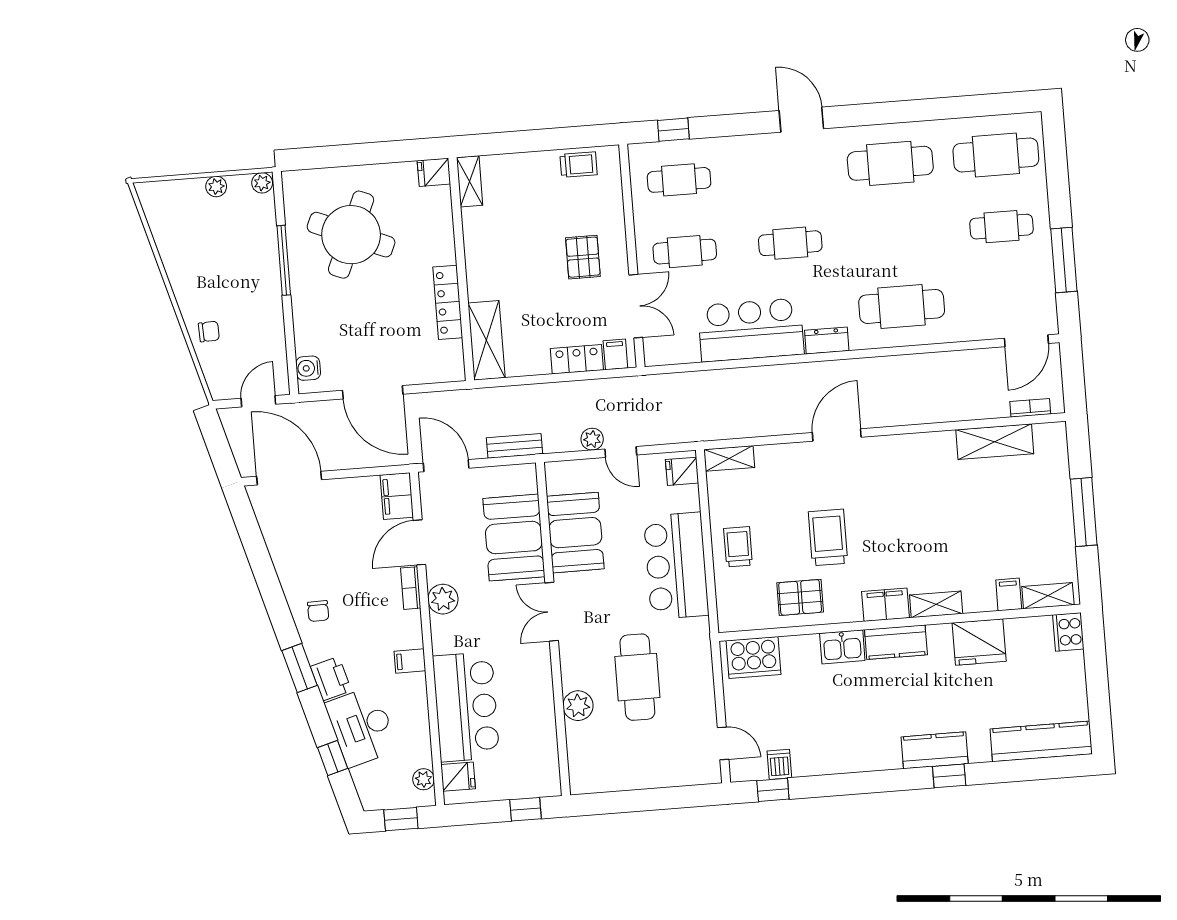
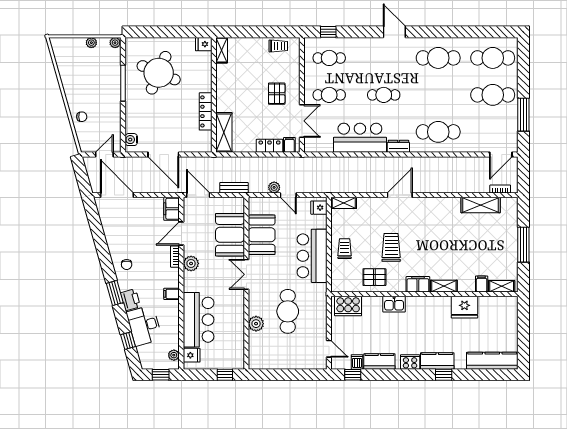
cafe table: (1002, 227) -> (493, 95), width x1.37, depth x1.35
cooker: (1068, 632) -> (410, 362), moved, turned 90
kitchen counter: (896, 642) -> (379, 361), moved, turned 180

